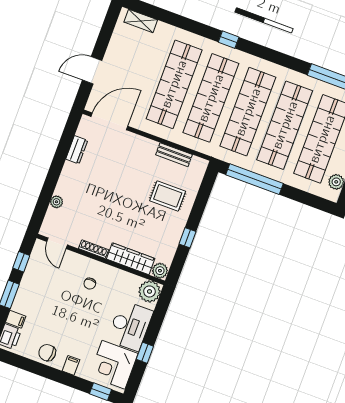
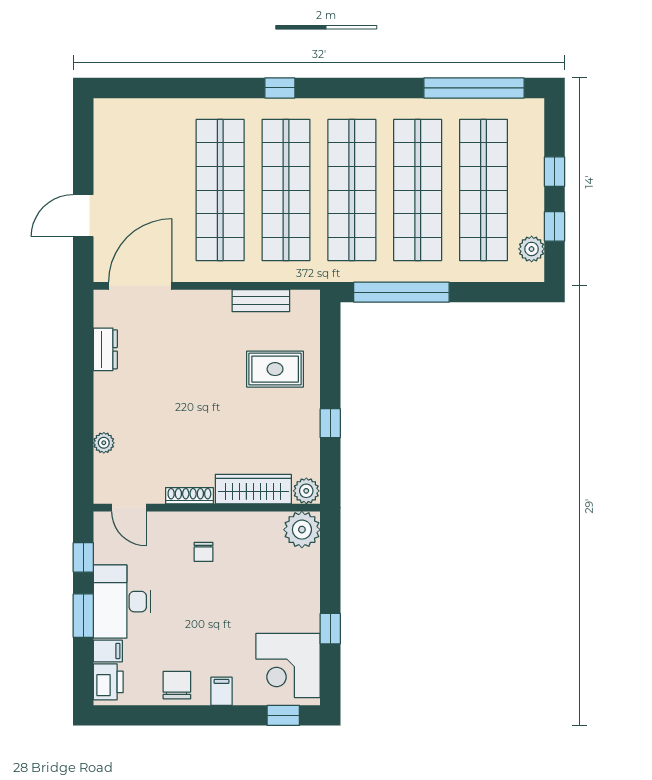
shelving: (141, 21) -> (131, 110), removed
desk: (130, 326) -> (122, 602), moved, turned 180
chair: (47, 353) -> (177, 685), turned 85

